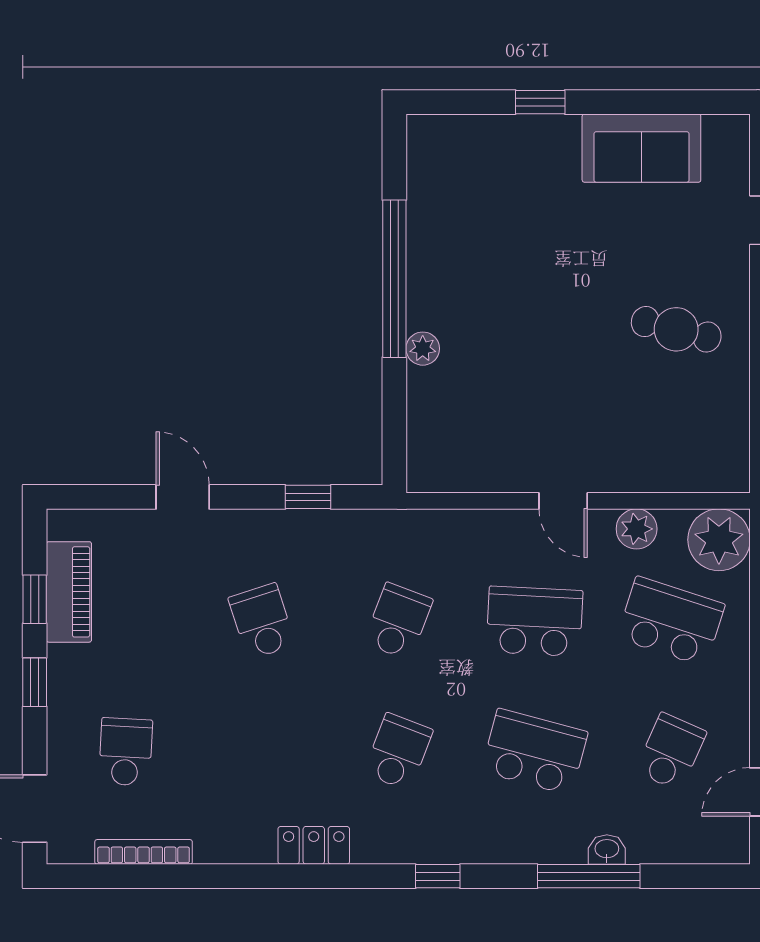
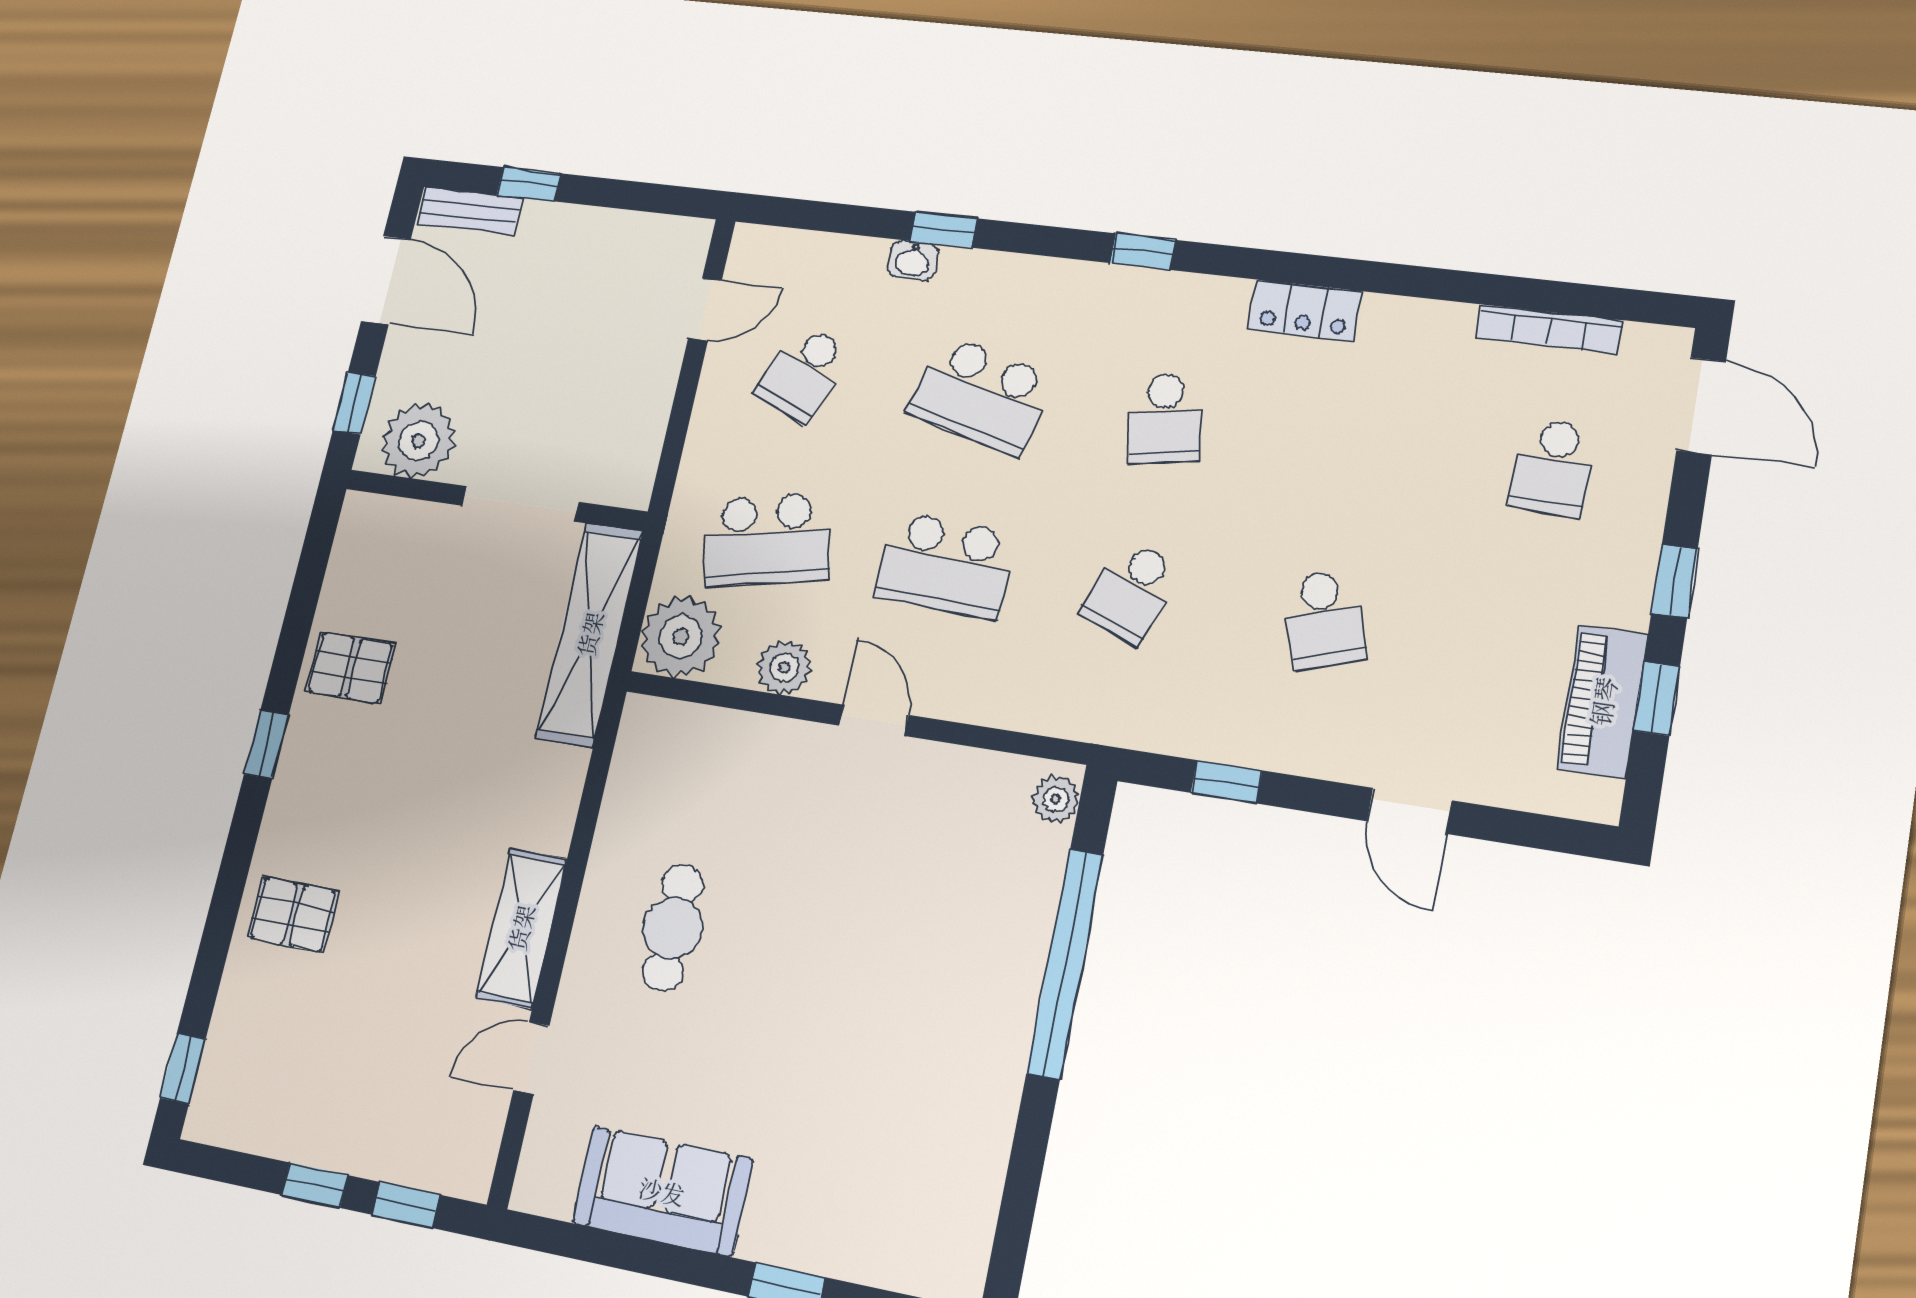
window: (394, 279) -> (1065, 963), moved
cafe table: (676, 329) -> (673, 928), turned 76
plant: (423, 349) -> (1056, 799), moved
school desk: (671, 621) -> (766, 540), turned -30
school desk: (398, 752) -> (1165, 418), turned -30
window: (589, 876) -> (943, 230), width x0.46

